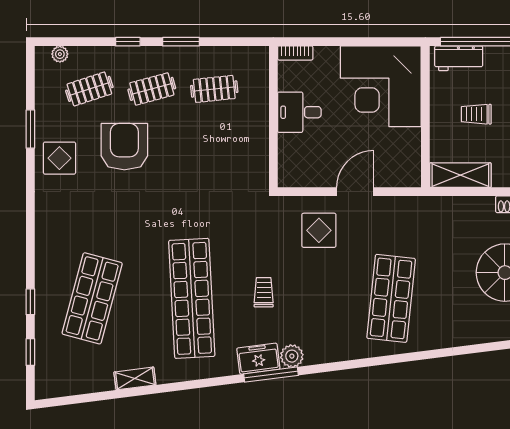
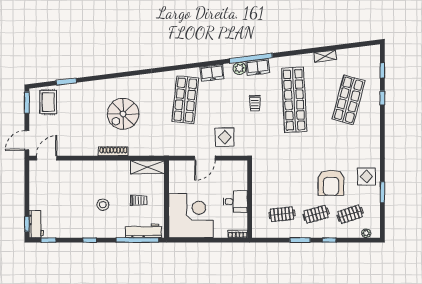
workbench: (459, 58) -> (143, 231), width x1.38
freezer: (342, 348) -> (212, 73), added
window: (271, 375) -> (251, 58), width x1.46

